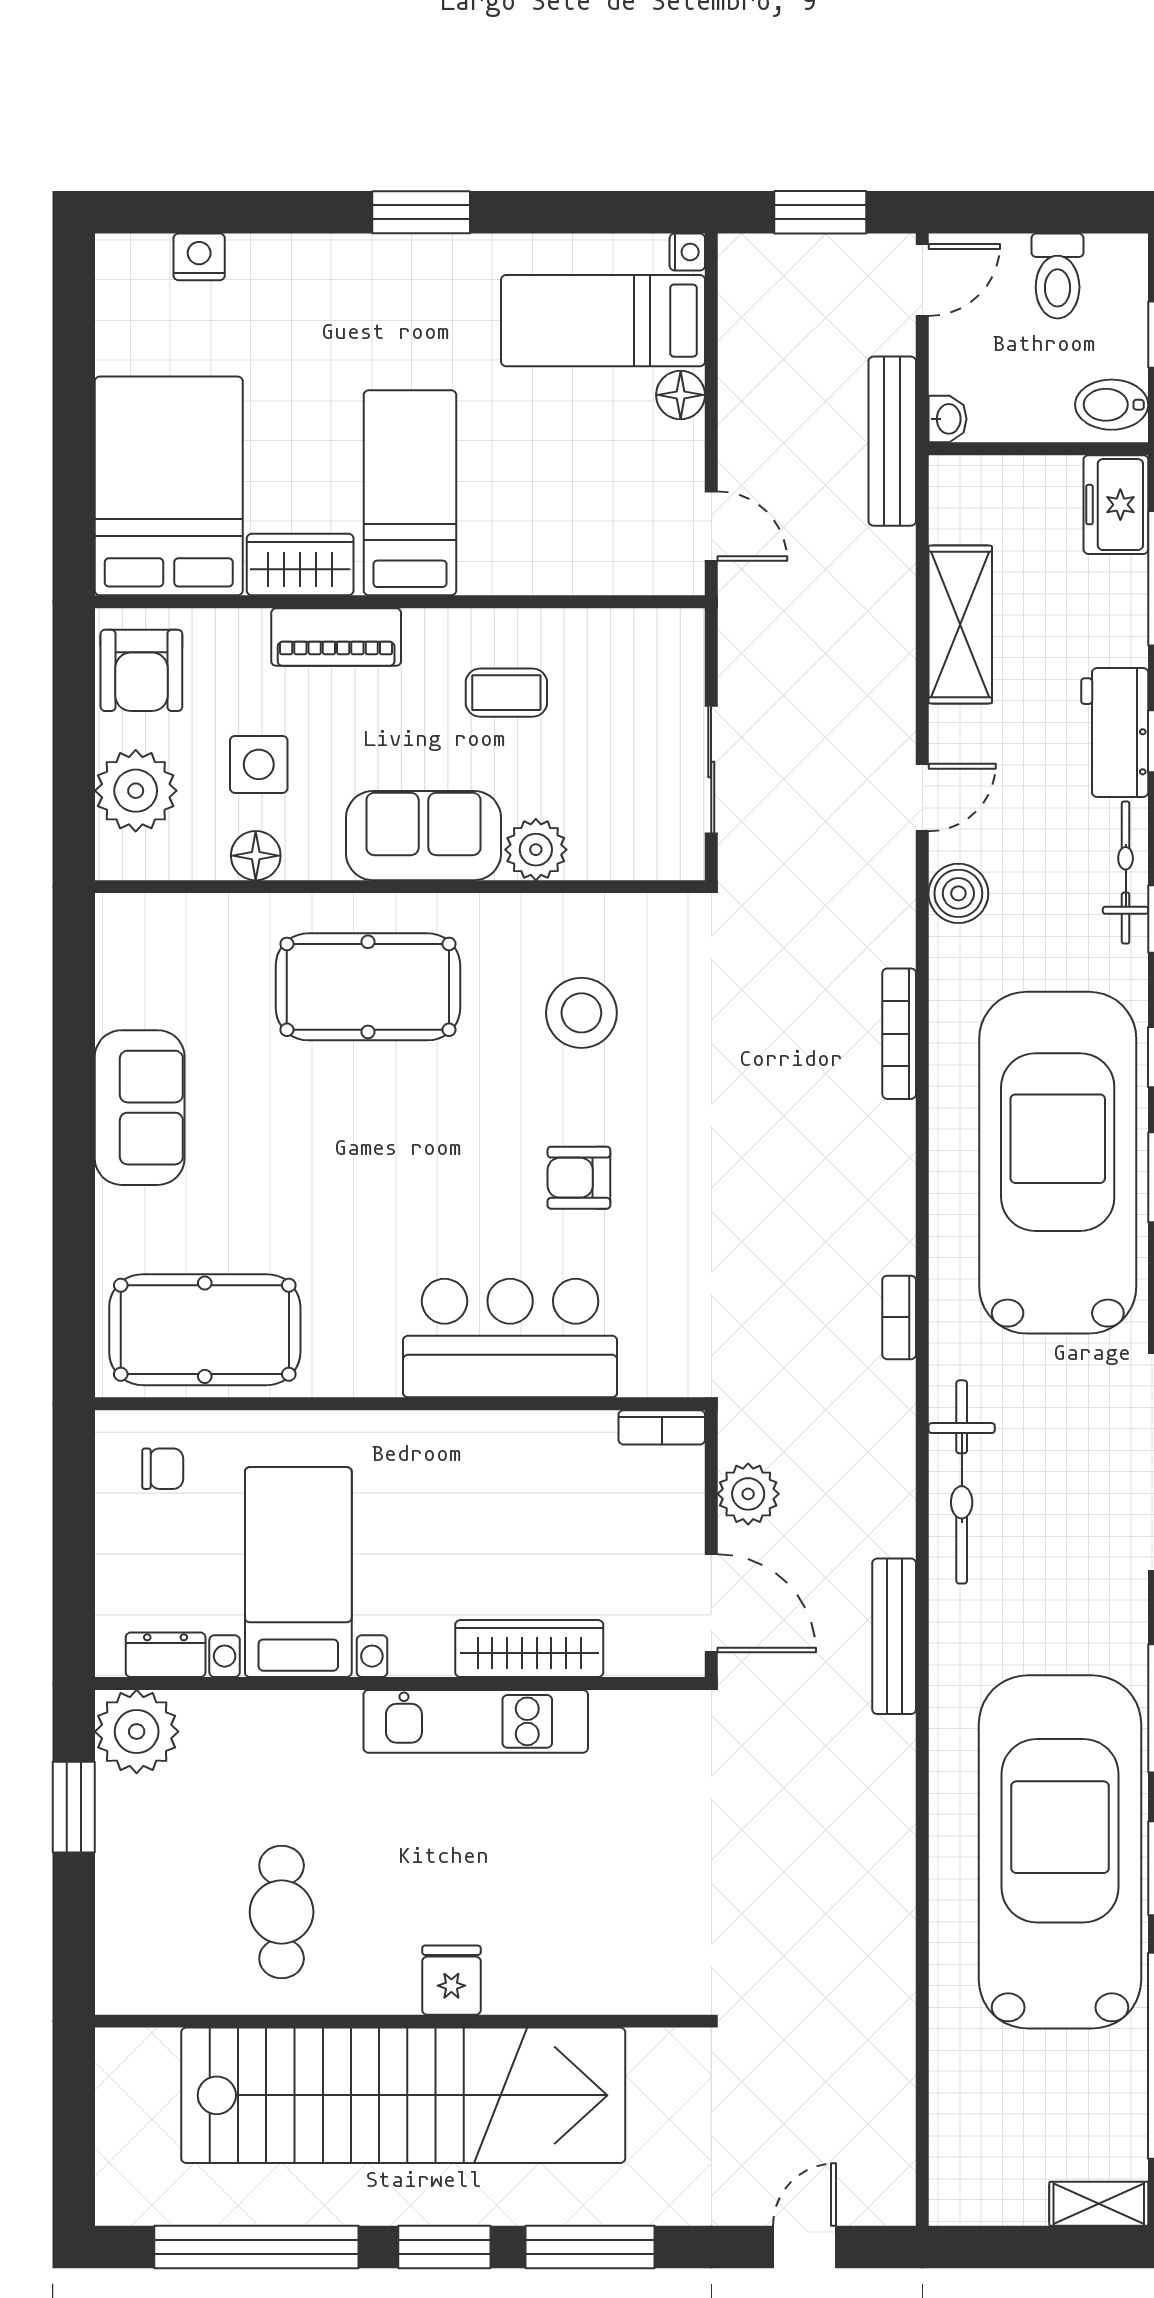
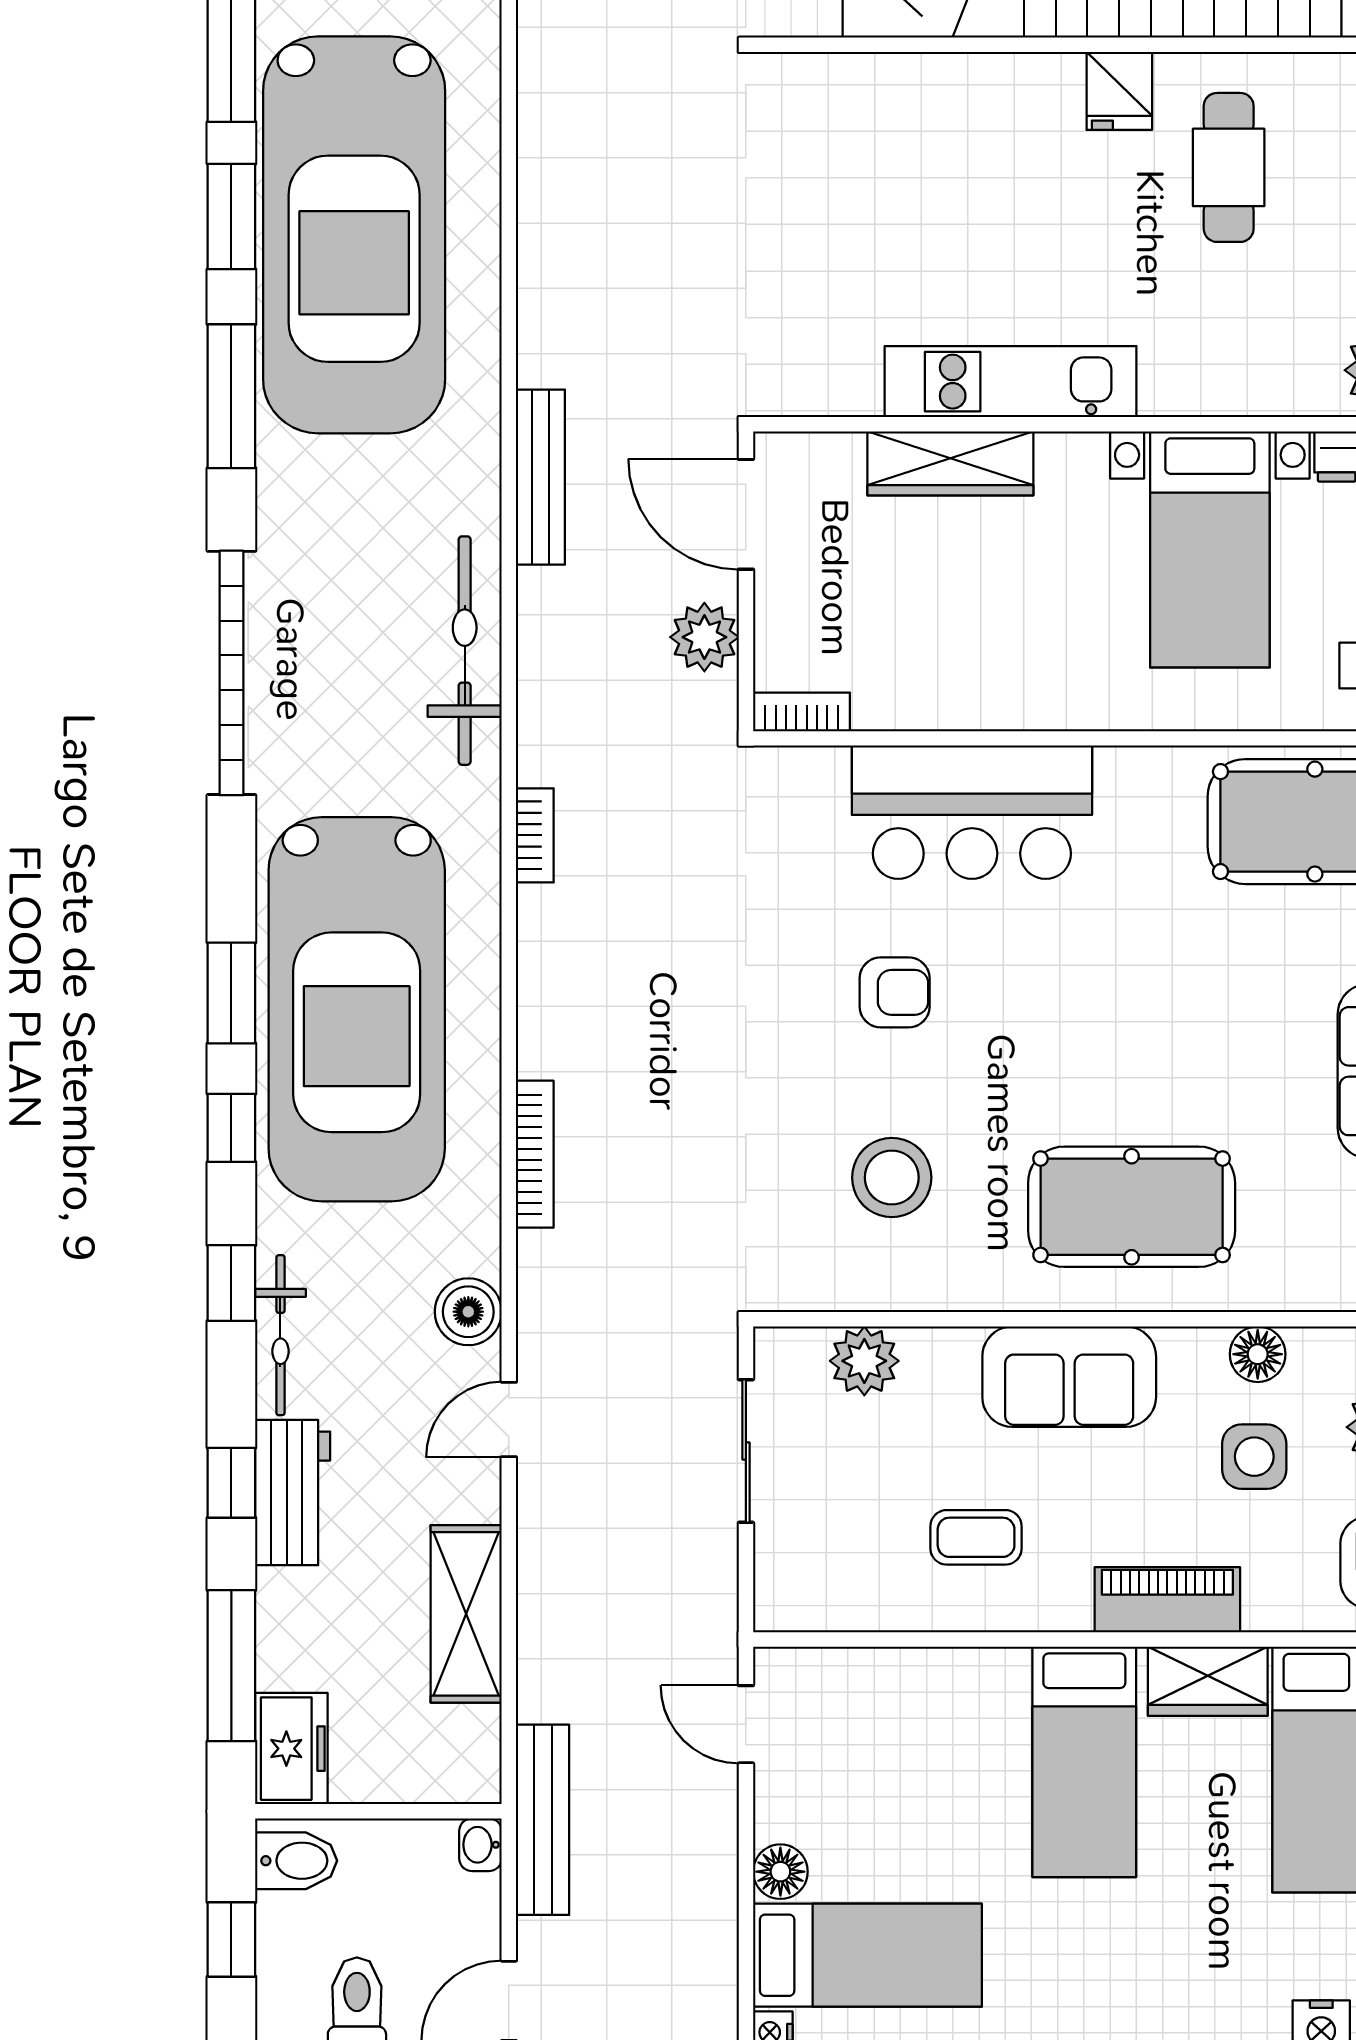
plant: (536, 850) -> (864, 1361), moved
fridge: (451, 1980) -> (1119, 91), moved

